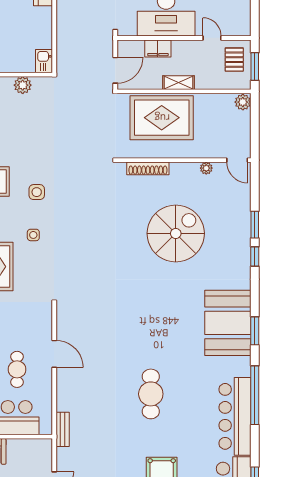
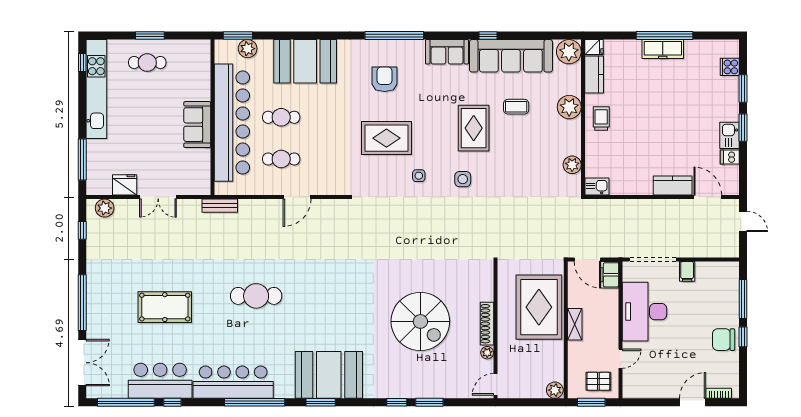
filing cabinet: (158, 48) -> (610, 275), moved
shoe rack: (148, 168) -> (487, 324), moved

